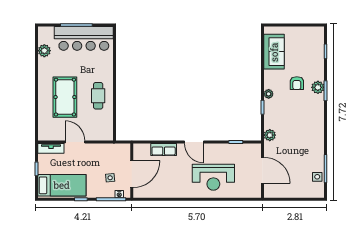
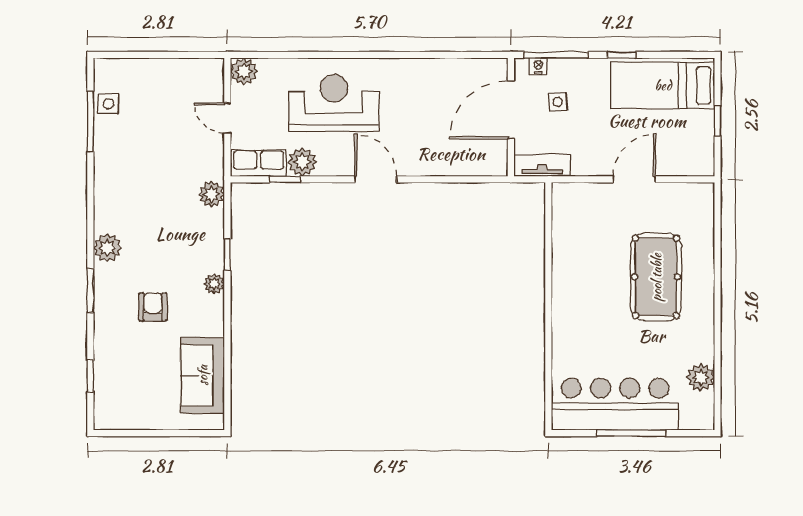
plant: (318, 87) -> (107, 248), moved
cafe table: (98, 96) -> (584, 280), removed
door: (75, 142) -> (634, 179), swing flipped
tv unit: (51, 148) -> (542, 166), moved
row of seats: (164, 149) -> (259, 163), moved
plant: (228, 150) -> (302, 162), added
door: (263, 170) -> (227, 118), width x0.53
plant: (255, 192) -> (244, 71), added

